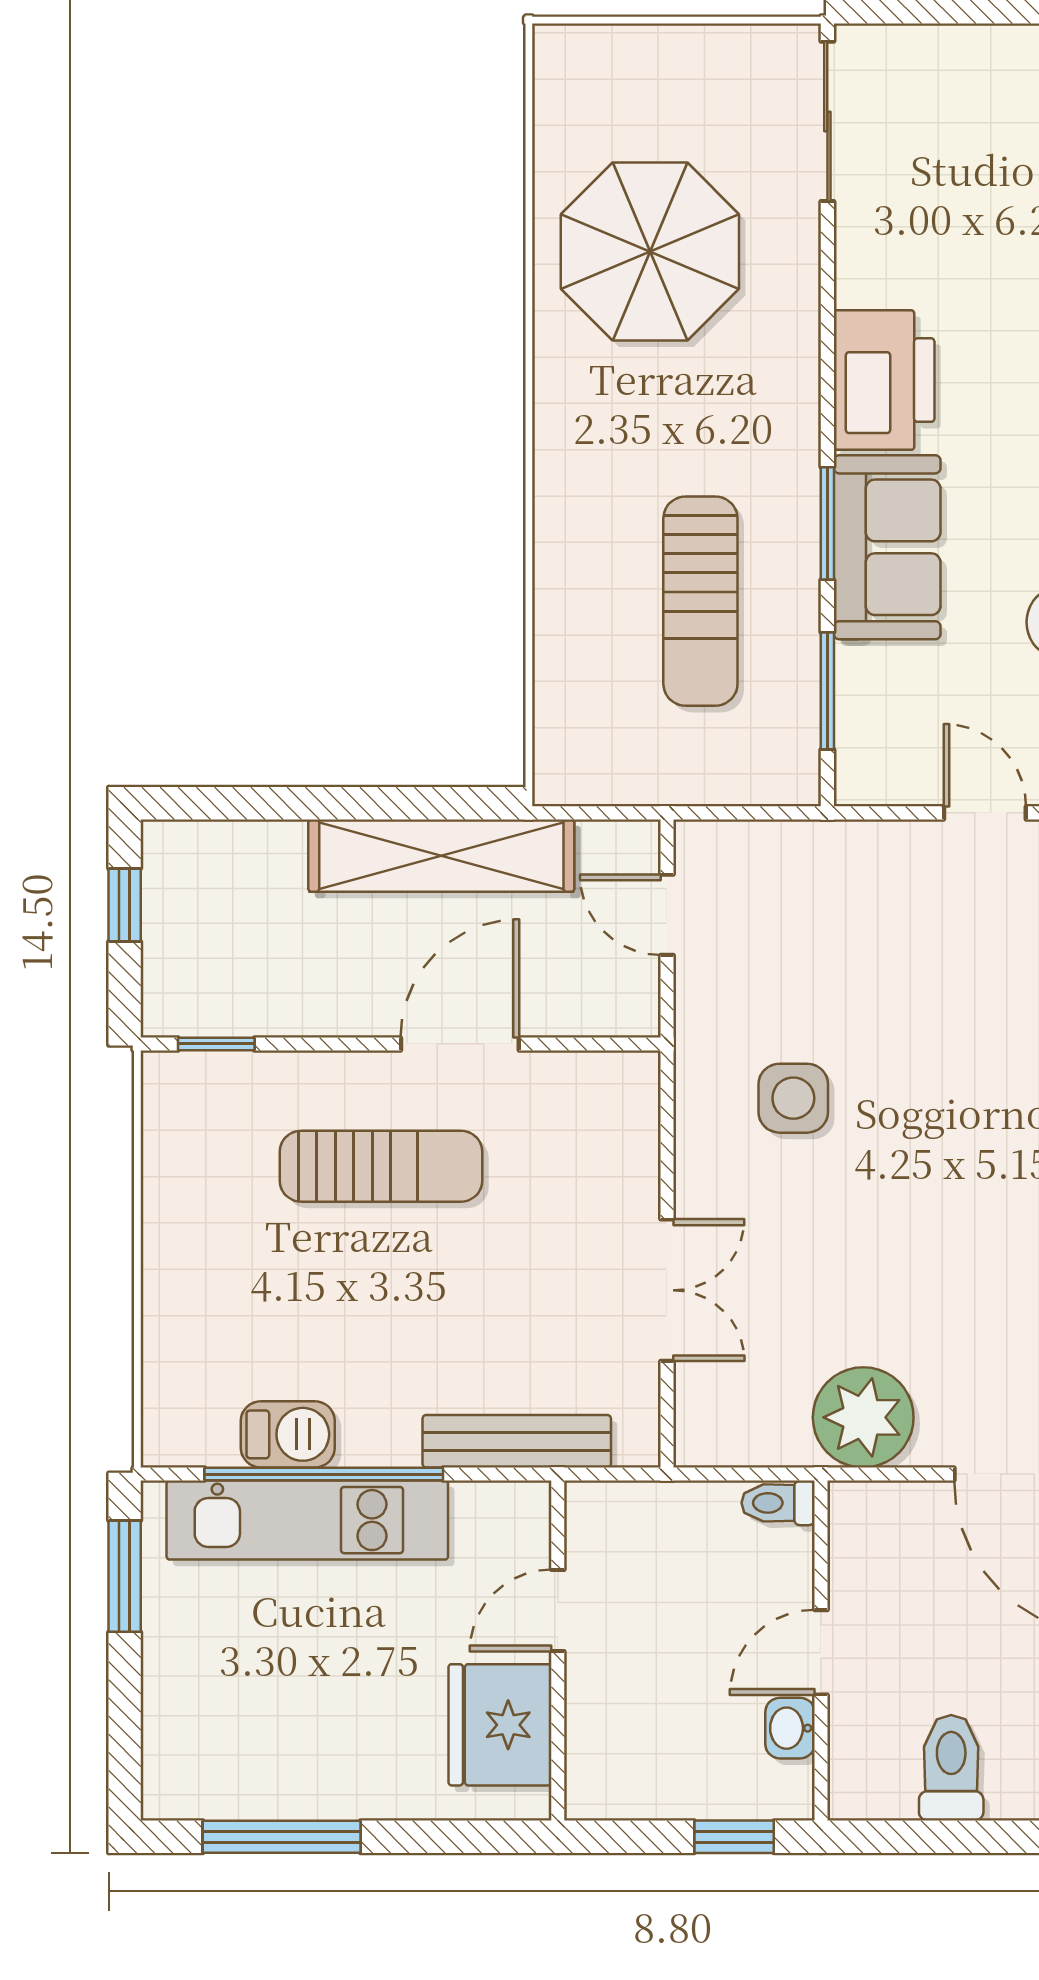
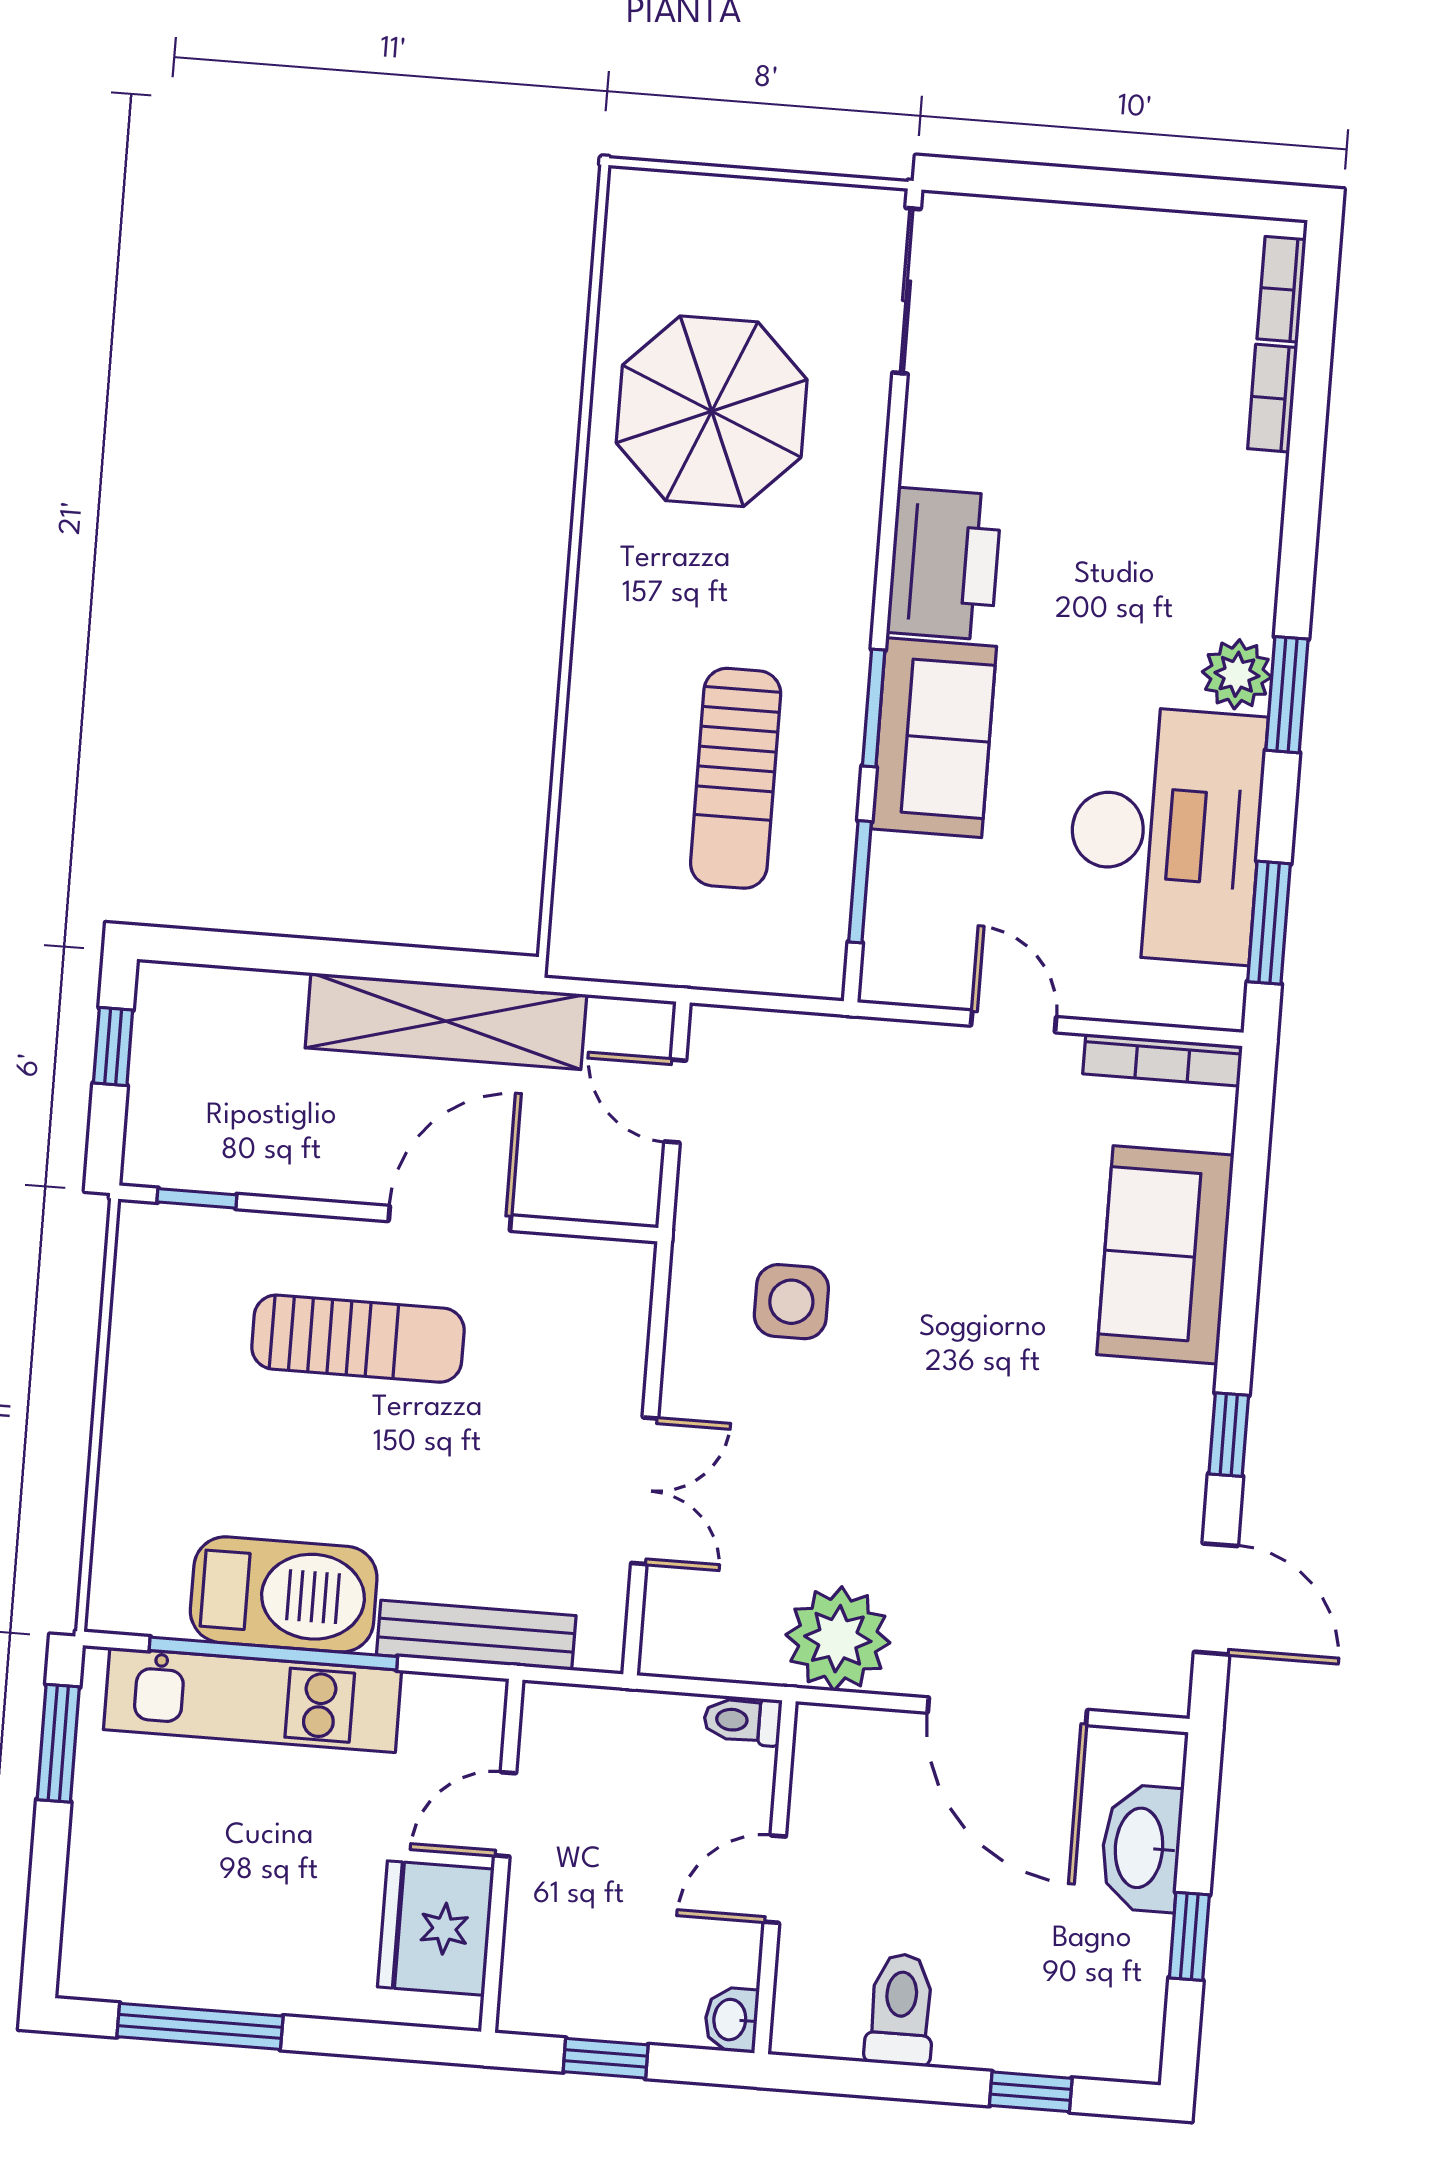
barbecue: (288, 1434) -> (284, 1594), width x1.88, depth x1.53
washbasin: (790, 1728) -> (731, 2020), moved
window: (734, 1837) -> (606, 2058), moved

